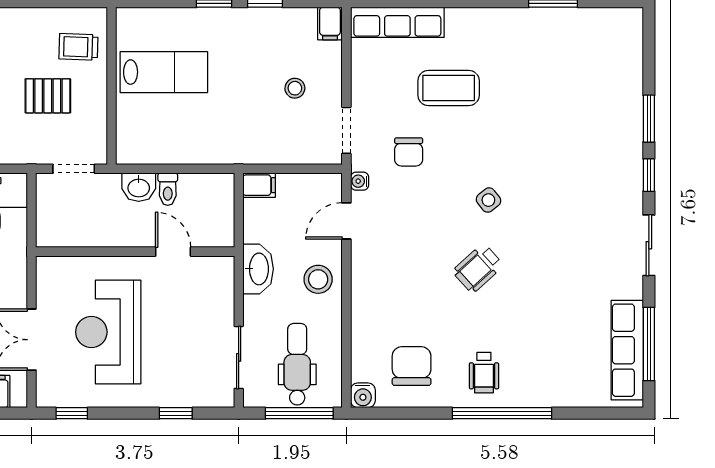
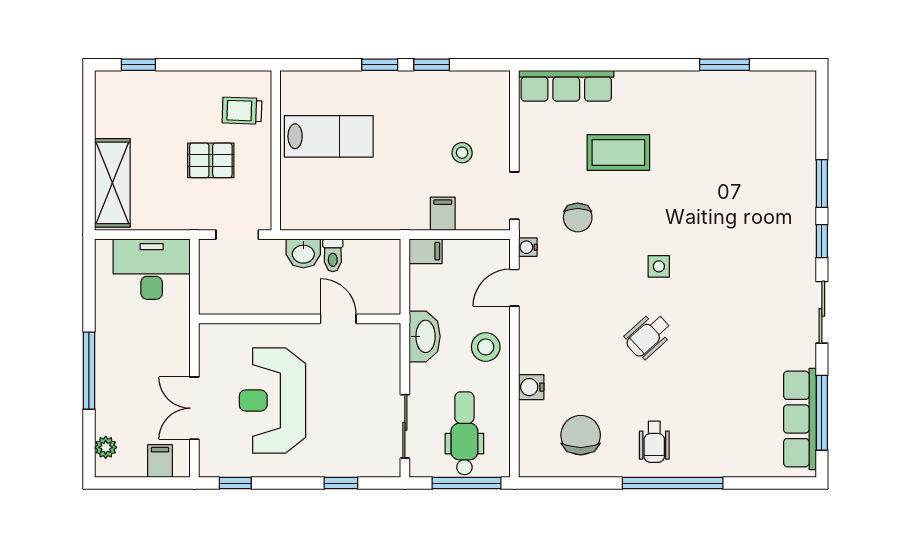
filing cabinet: (330, 24) -> (443, 214), moved, turned 180
side table: (488, 200) -> (659, 266), turned 38
water cooler: (363, 395) -> (531, 387), moved, turned 90

